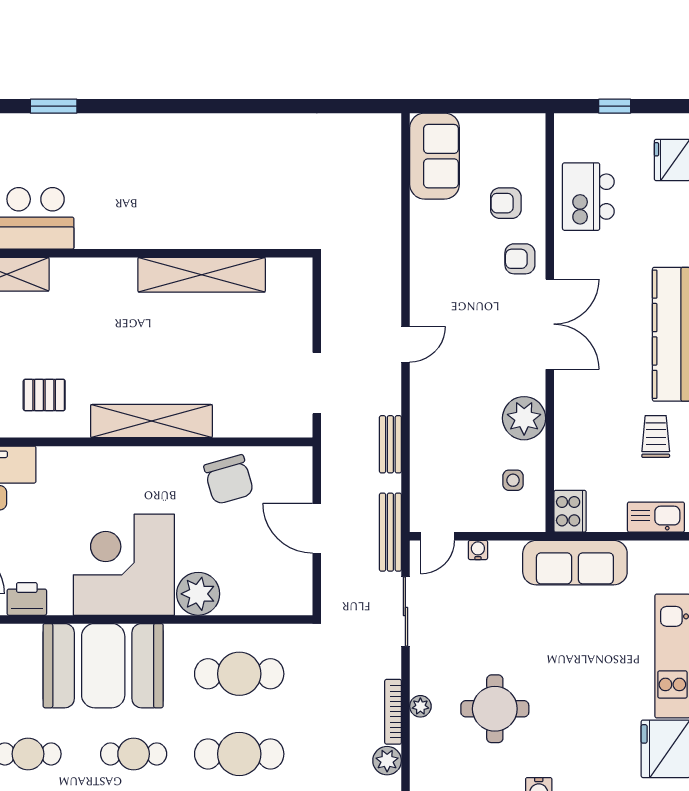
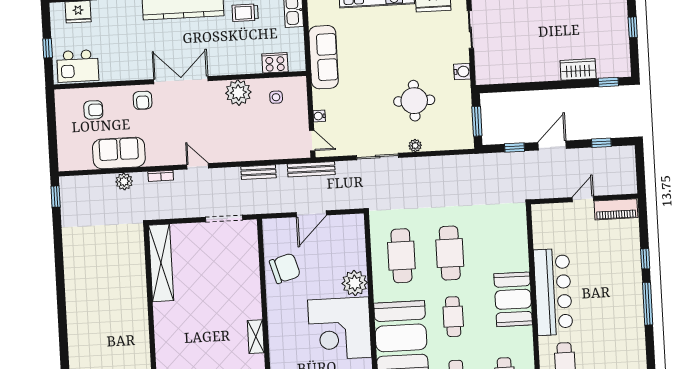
window: (368, 106) -> (56, 197), added
sofa: (435, 156) -> (119, 153), moved
kitchen island: (588, 197) -> (78, 66), moved
armchair: (506, 203) -> (93, 110), moved, turned -90
shelving: (202, 275) -> (161, 263), moved
shelving: (151, 421) -> (256, 337), width x0.45, depth x0.75
cooker: (570, 511) -> (275, 63), moved
sliding door: (405, 612) -> (378, 157), moved
bookcase: (393, 712) -> (161, 176), moved, width x0.64
plant: (387, 761) -> (124, 181), moved

